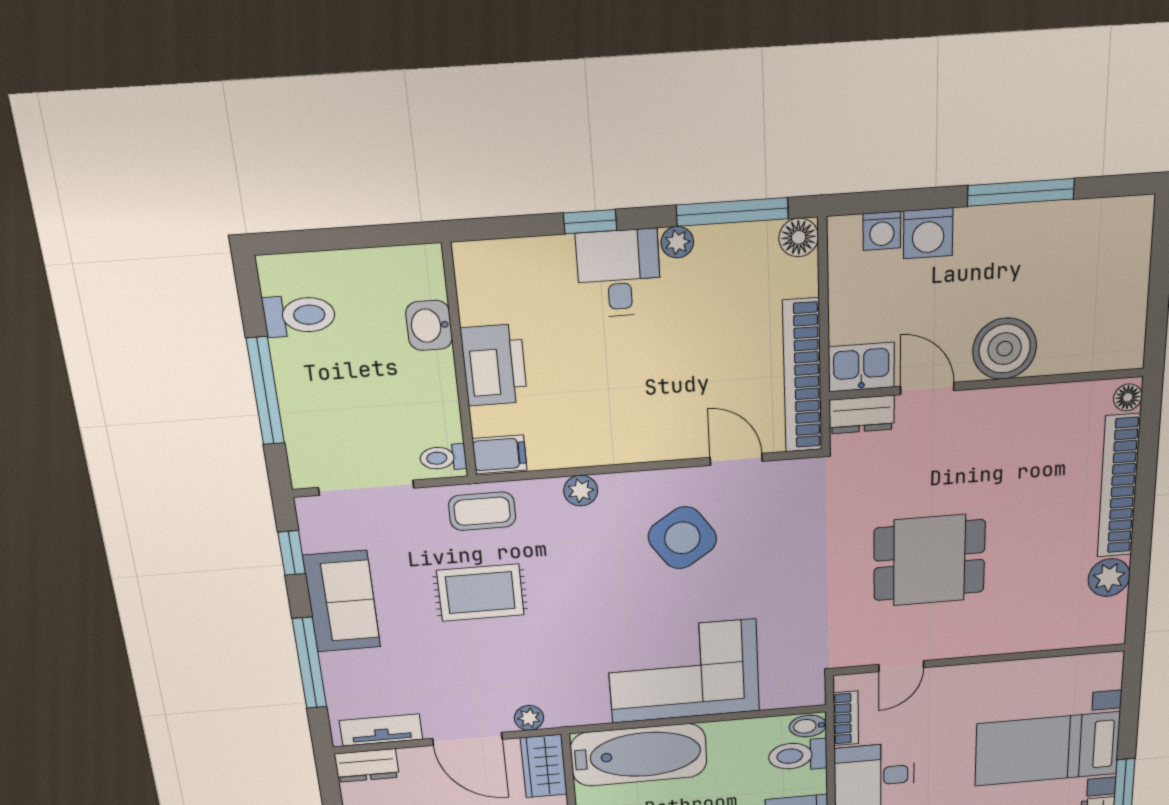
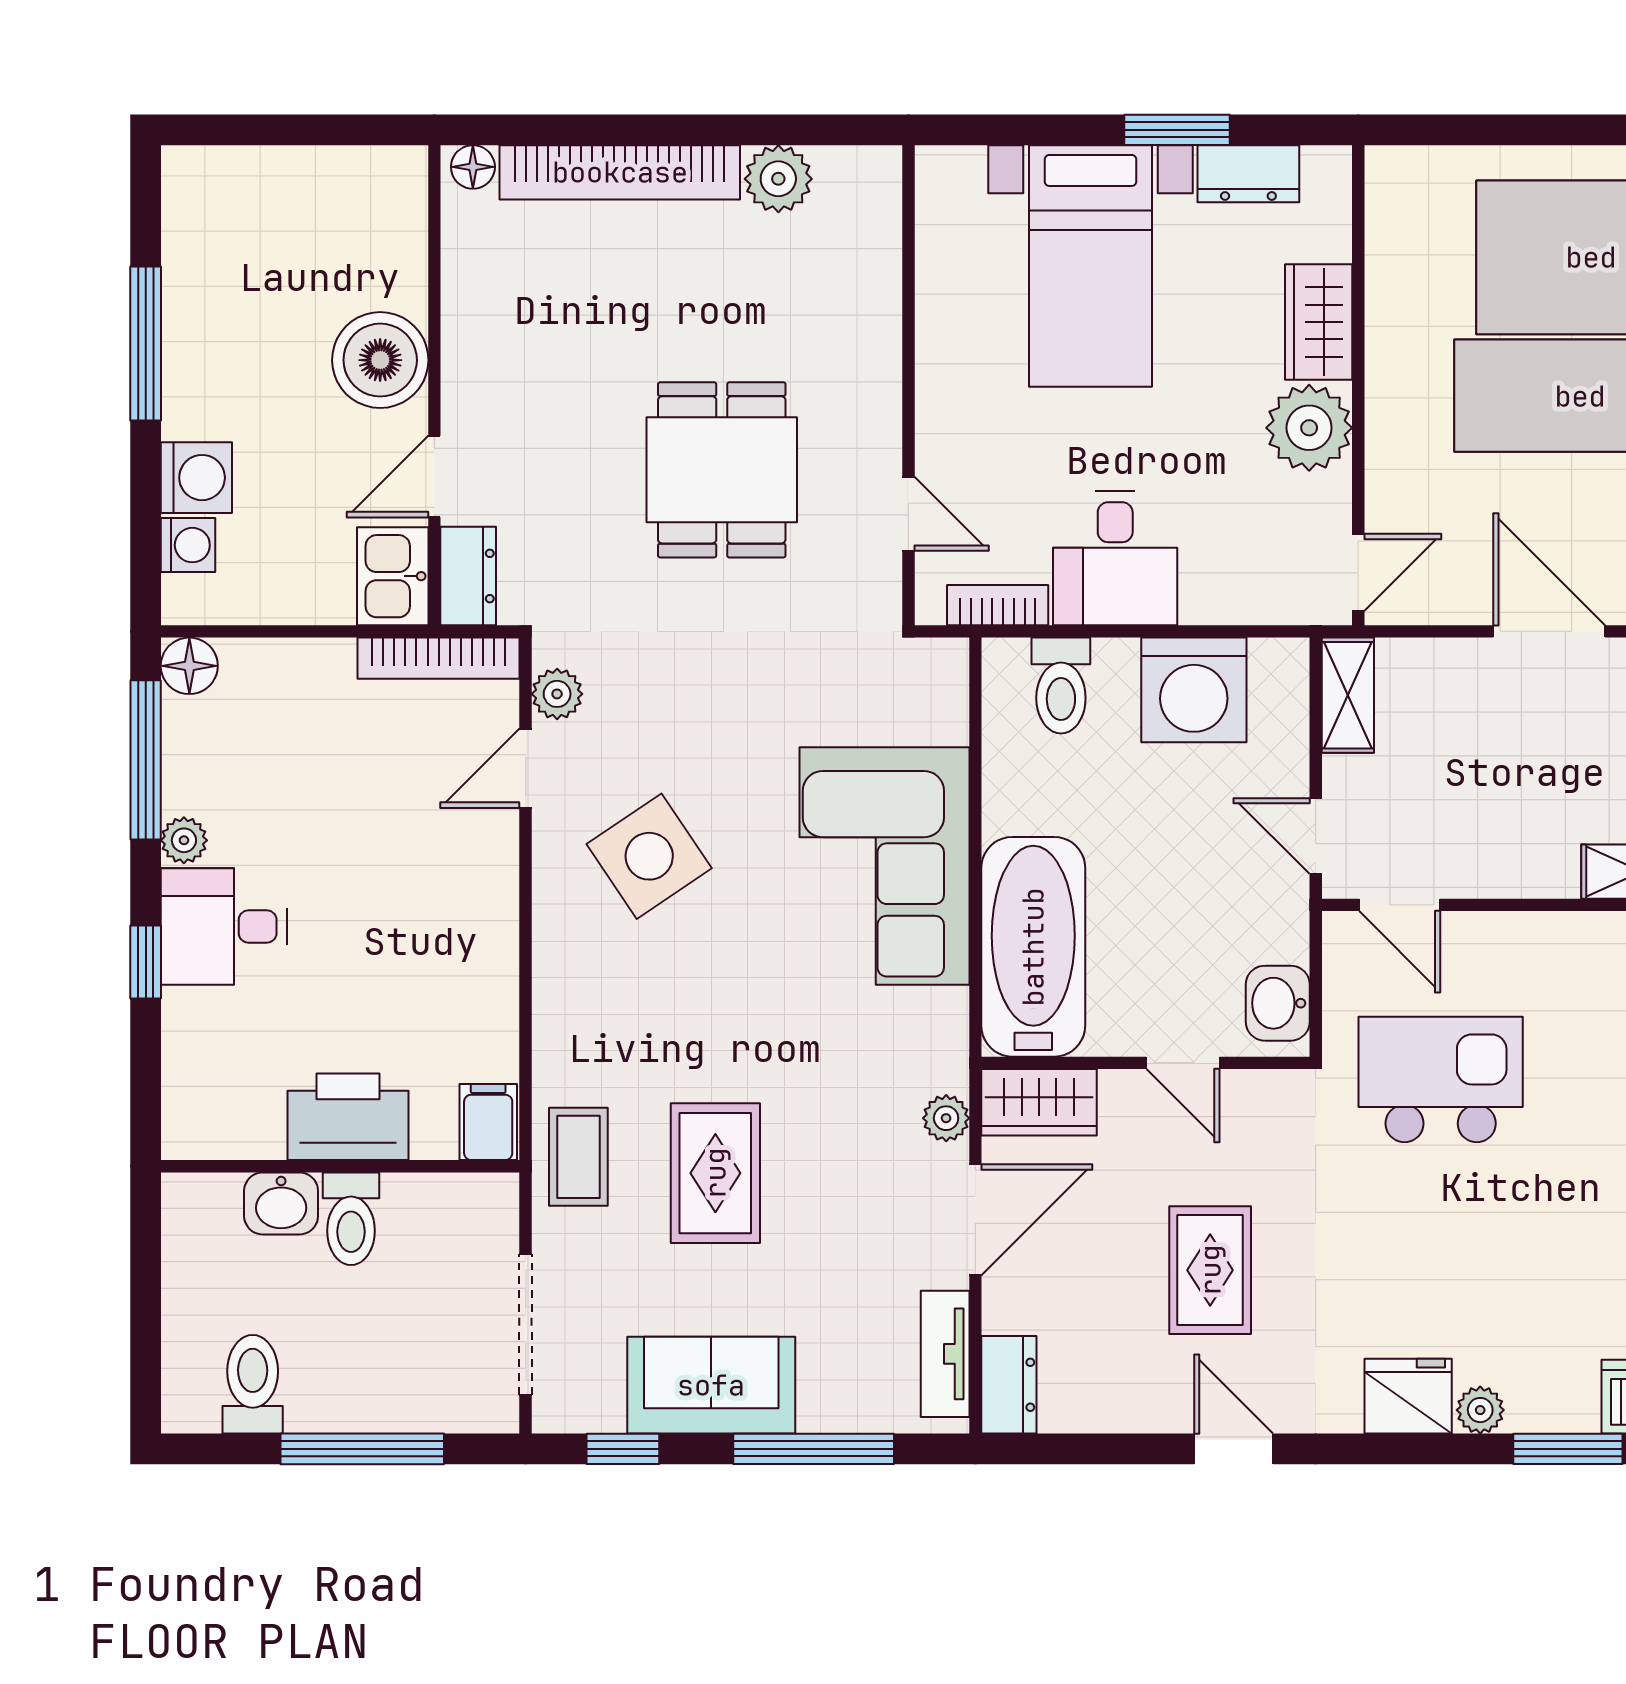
bookcase: (802, 376) -> (439, 658), width x0.68, depth x0.76
toilet: (443, 458) -> (351, 1219), moved, width x1.37, depth x1.39
plant: (581, 491) -> (557, 694), moved
bidet: (808, 726) -> (1006, 668), removed

